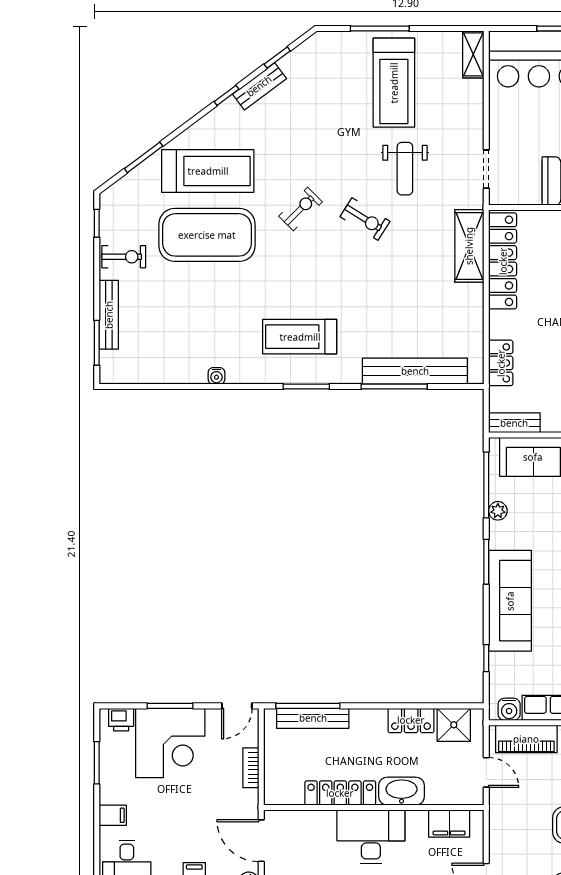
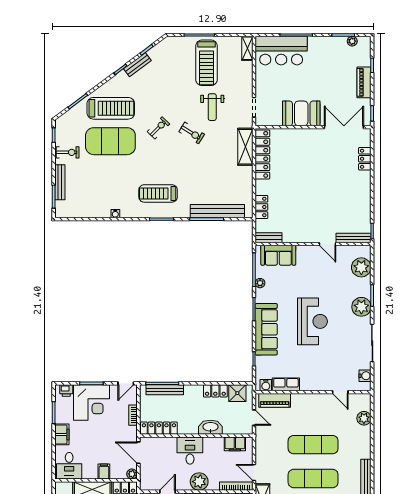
locker: (340, 793) -> (159, 428), moved
filing cabinet: (113, 815) -> (62, 434), width x2.00
desk: (371, 837) -> (190, 451), width x0.73

